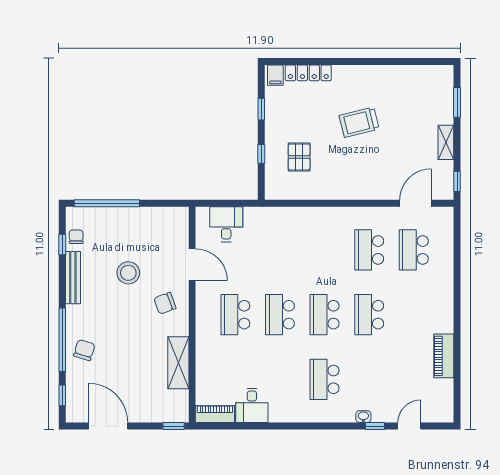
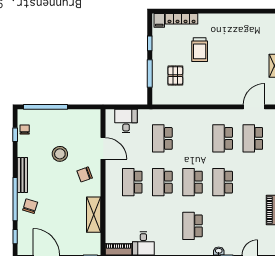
trolley: (359, 122) -> (200, 50), moved, turned -76
window: (261, 154) -> (150, 73), width x2.17
school desk: (280, 250) -> (162, 138), added
bench: (73, 278) -> (22, 175), moved

